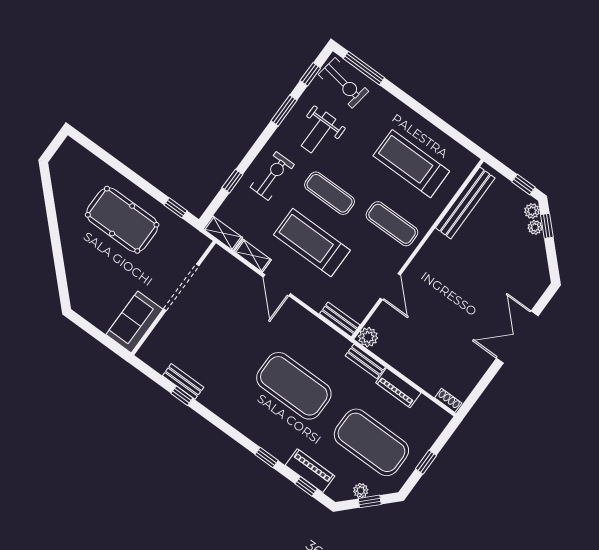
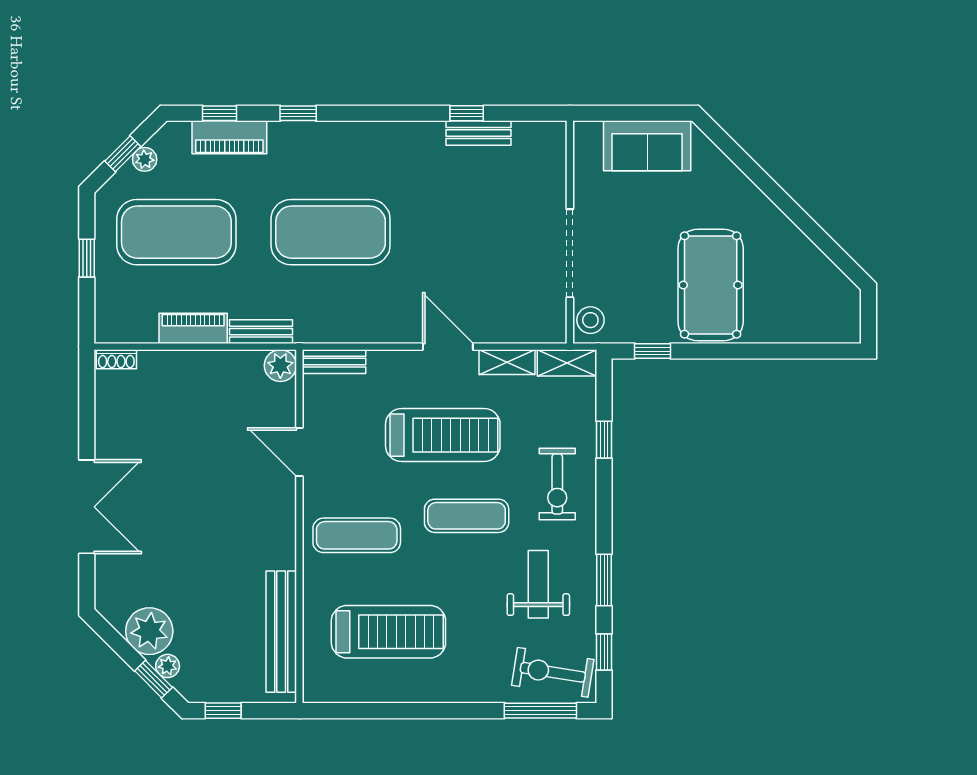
plant: (532, 211) -> (149, 631), moved, width x1.88, depth x1.88
pool table: (122, 220) -> (711, 285), turned 90
stool: (195, 246) -> (590, 320), added
sofa: (134, 322) -> (647, 146), moved, turned 90

